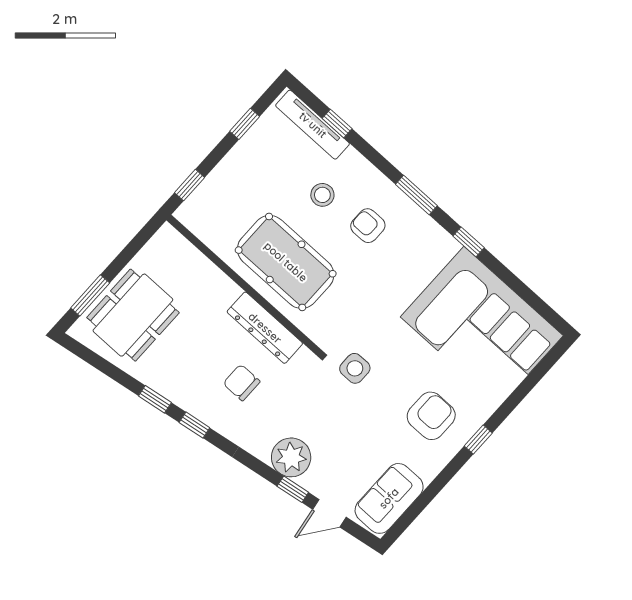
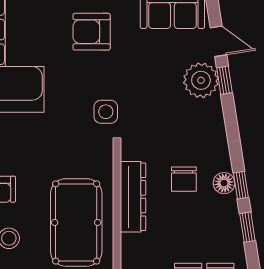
floor lamp: (209, 413) -> (224, 183), added
plant: (291, 457) -> (201, 80), moved

